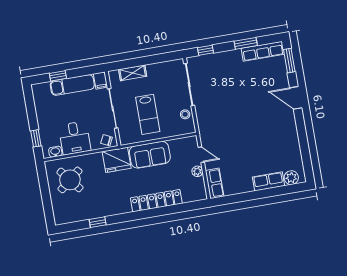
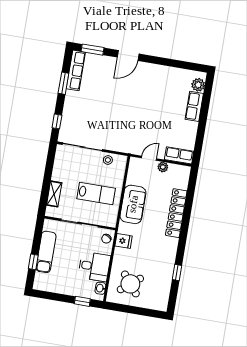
filing cabinet: (101, 80) -> (51, 225), removed
fridge: (117, 160) -> (124, 241), width x0.53, depth x0.75

